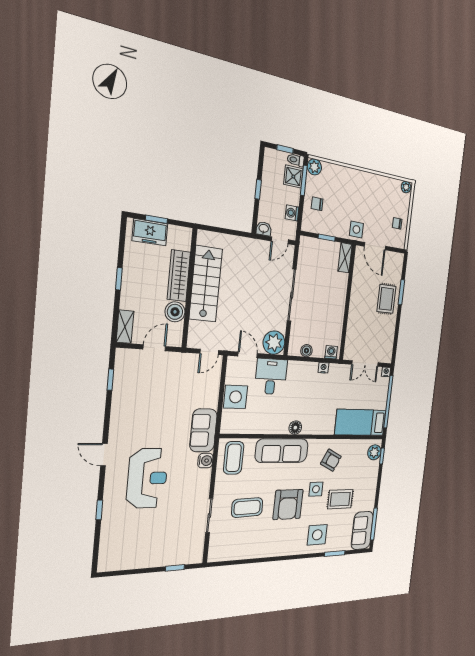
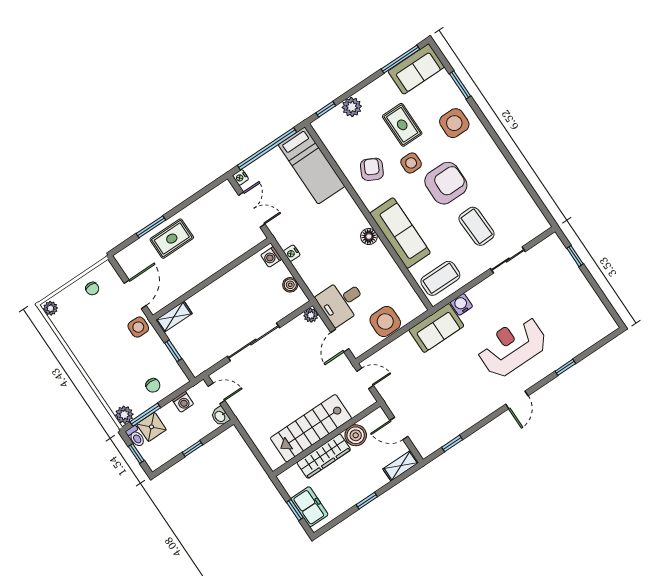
plant: (274, 343) -> (311, 315), width x0.53, depth x0.53
plant: (374, 452) -> (352, 107), moved

